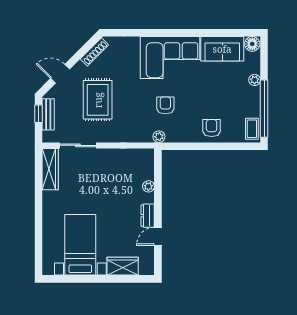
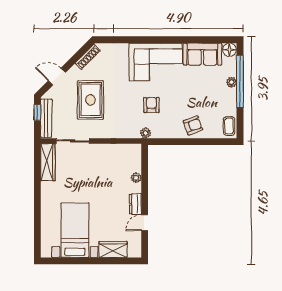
window: (264, 109) -> (240, 81), moved
bench: (48, 114) -> (46, 118), width x1.36
armchair: (212, 128) -> (193, 125), turned 70

